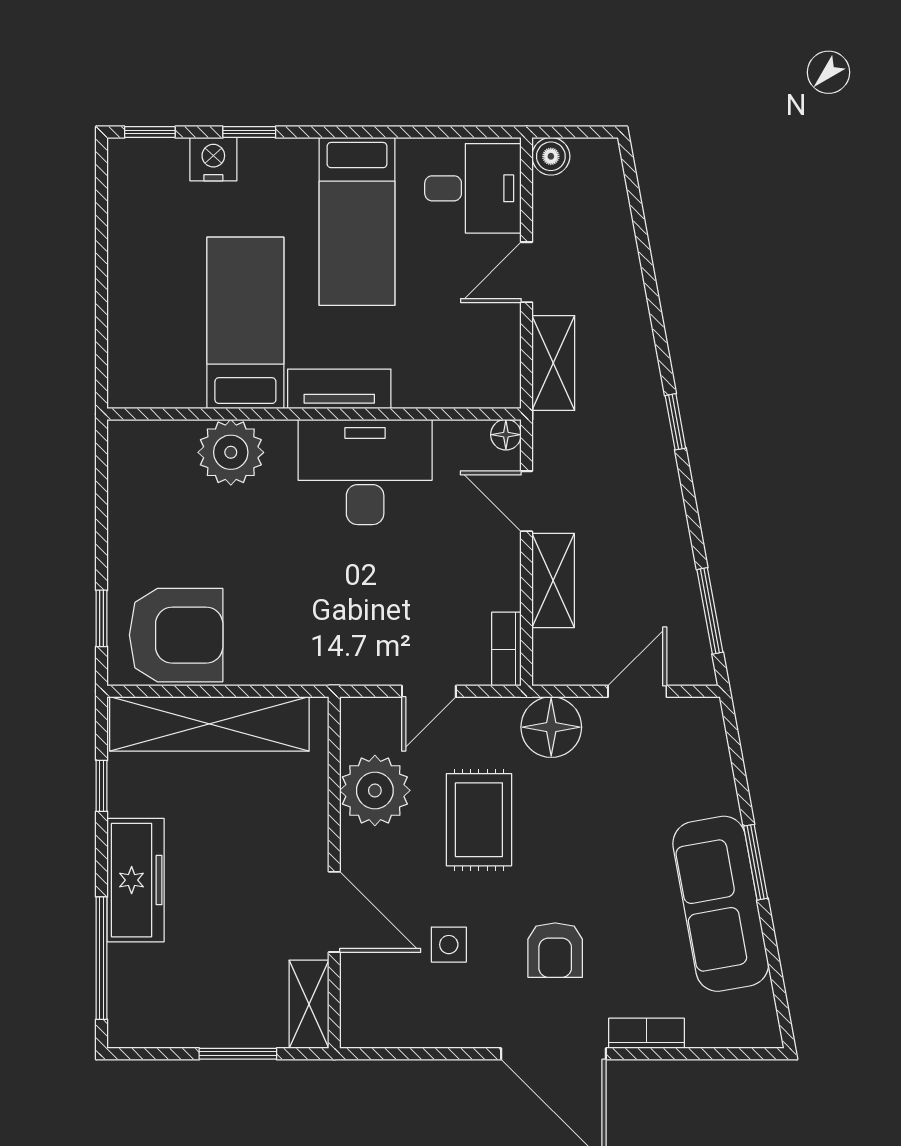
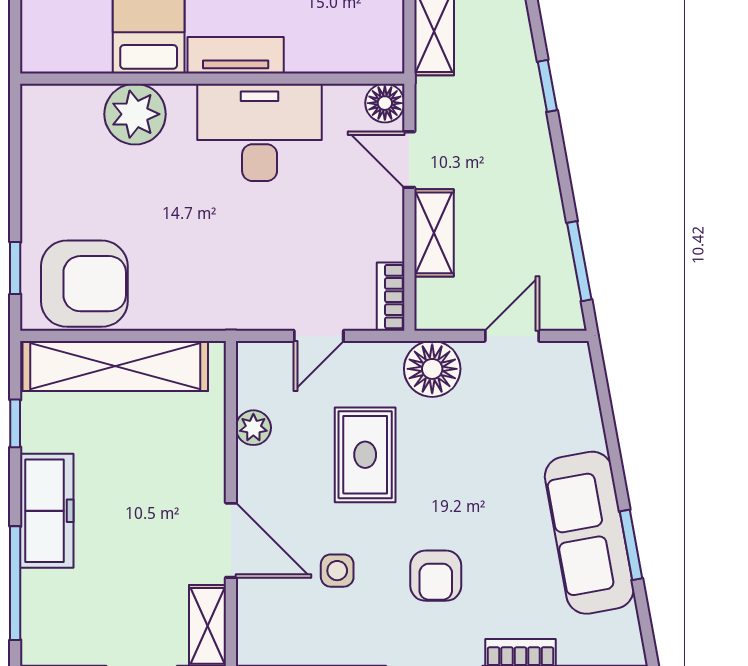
floor lamp: (506, 435) -> (385, 103), width x1.37, depth x1.37
plant: (375, 790) -> (253, 428), width x0.53, depth x0.53
window: (756, 862) -> (631, 545), moved

